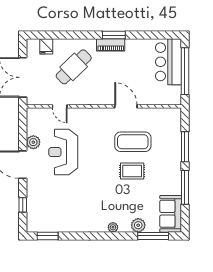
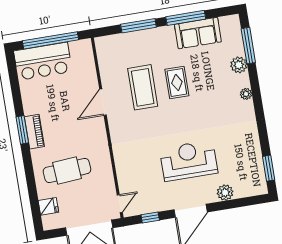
cafe table: (74, 67) -> (67, 170), turned -50
door: (60, 106) -> (120, 204), moved
plant: (33, 142) -> (225, 193), moved
reception desk: (63, 152) -> (189, 161), moved, turned 180
window: (23, 205) -> (150, 218), moved
sofa: (171, 214) -> (198, 33), moved

